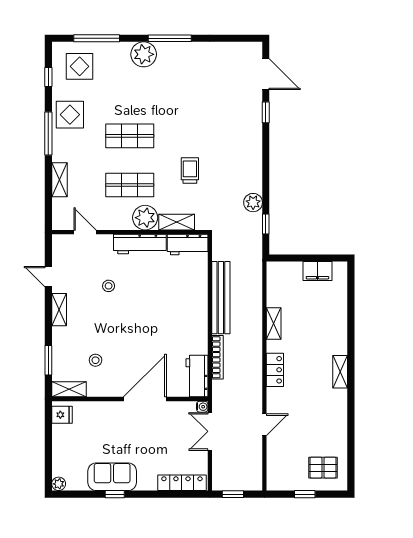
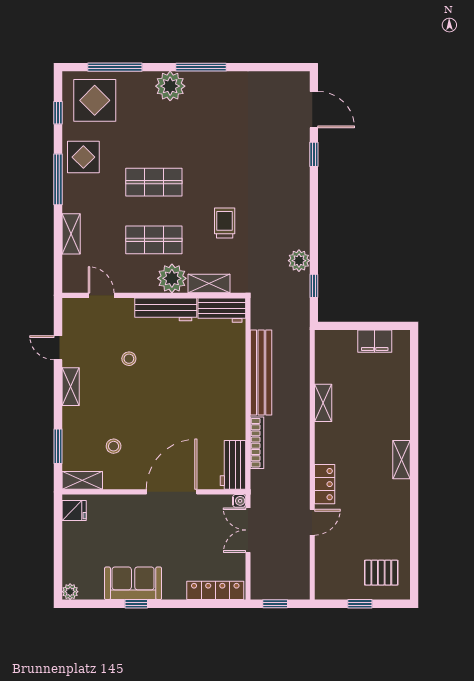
display table: (80, 66) -> (95, 100), width x1.36, depth x1.36
locker: (275, 370) -> (325, 484), moved

